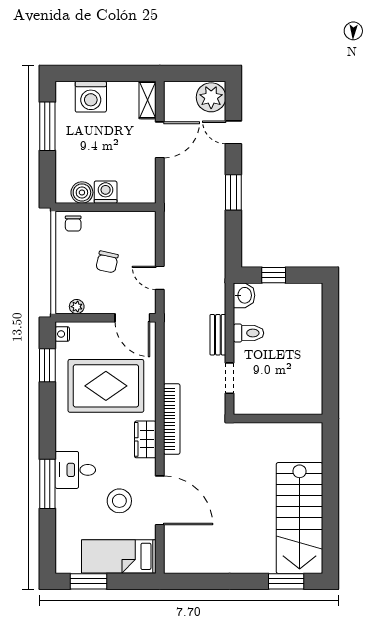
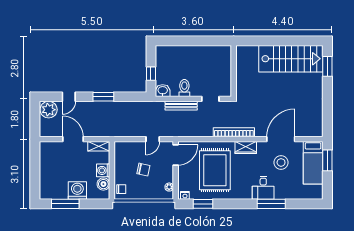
washing machine: (91, 97) -> (77, 191), moved, turned -90
shelving: (147, 100) -> (99, 146), moved
bench: (218, 335) -> (181, 106), width x1.36
window: (88, 581) -> (327, 160), moved

